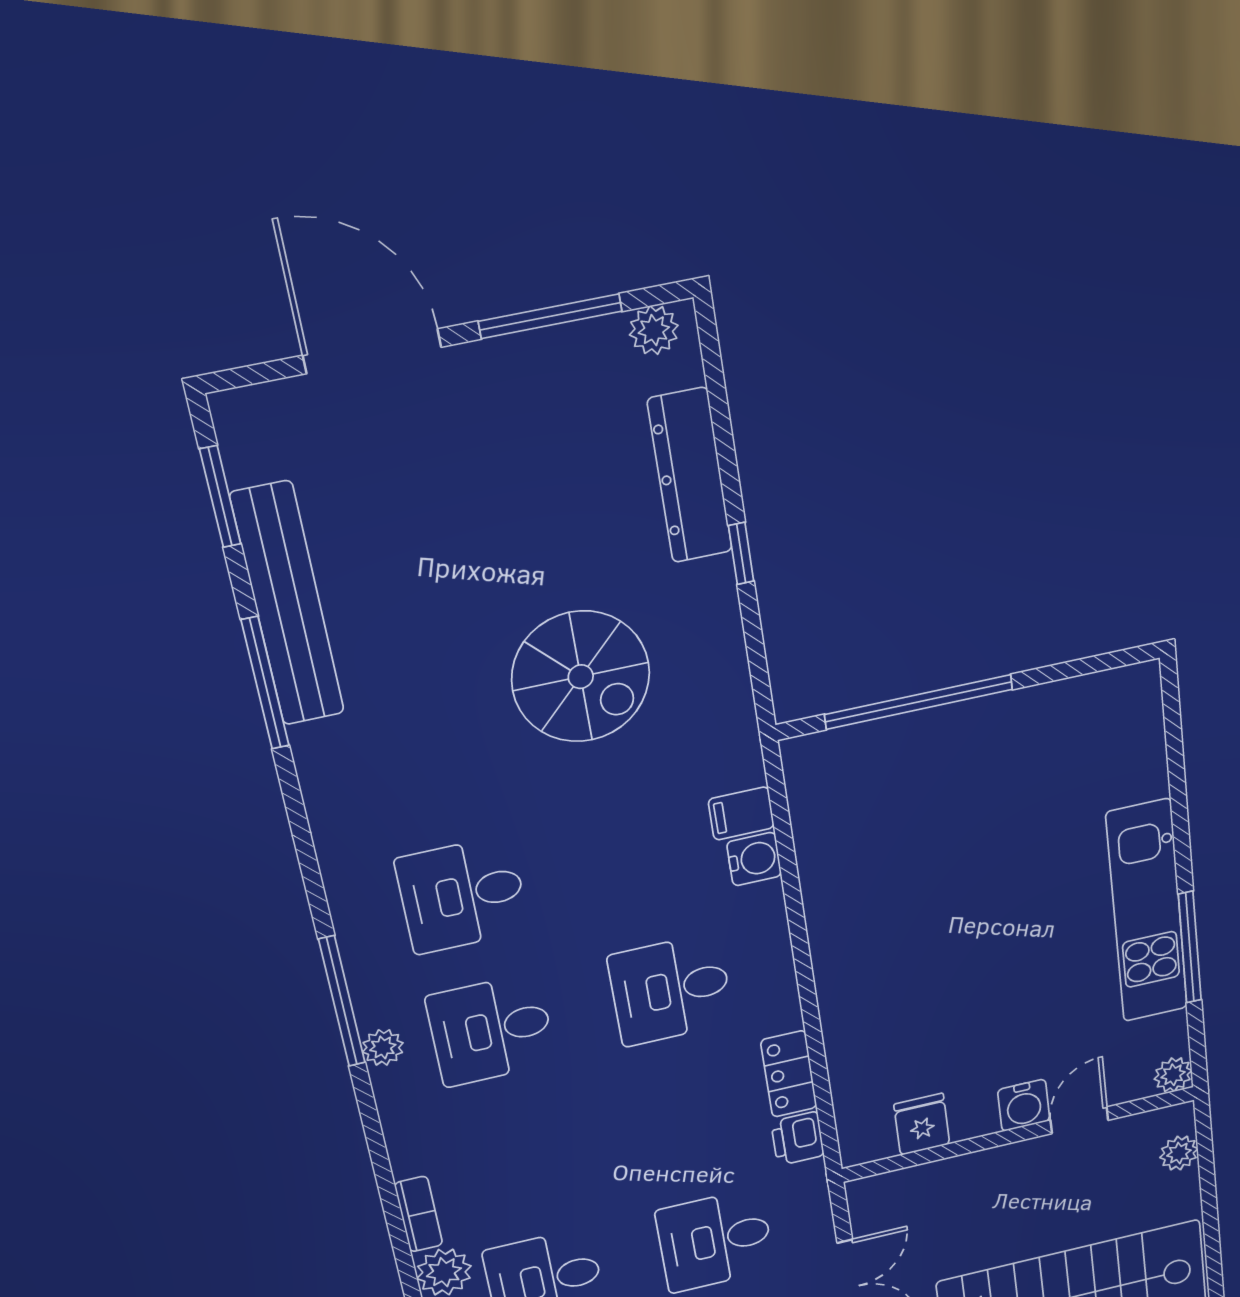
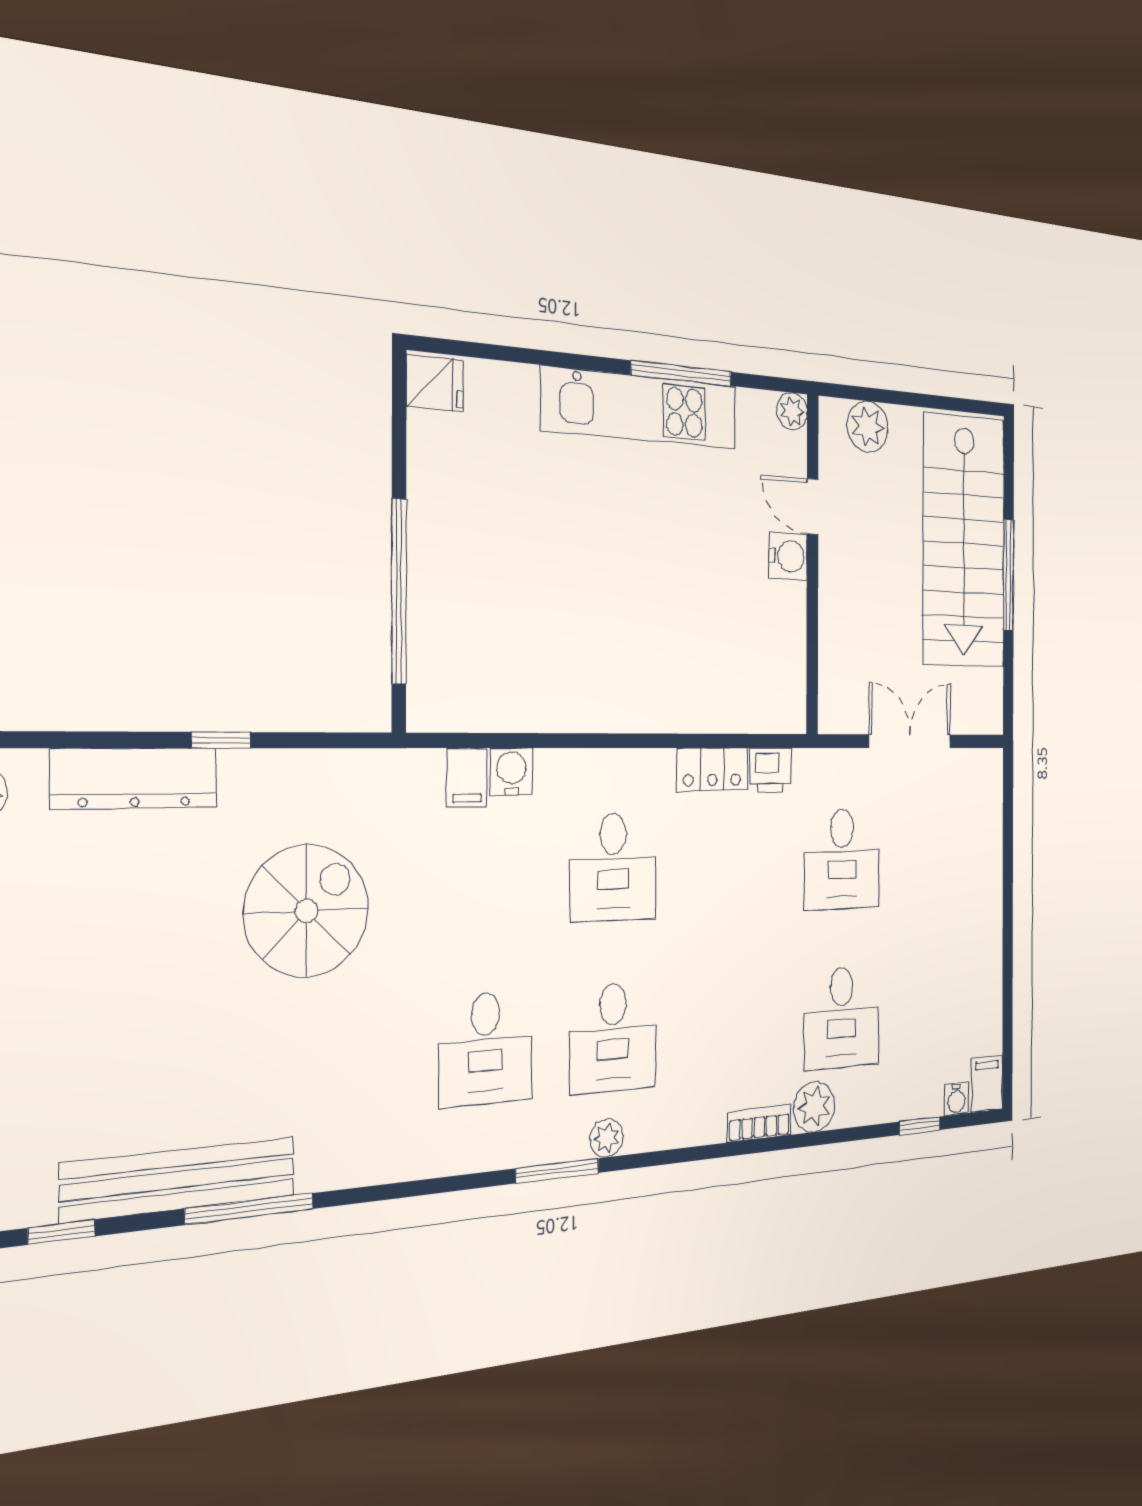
window: (220, 497) -> (62, 1232), width x0.67
window: (342, 1001) -> (557, 1171), width x0.69
fridge: (922, 1124) -> (435, 383), moved, turned 180
plant: (1179, 1153) -> (868, 427), width x1.38, depth x1.38

